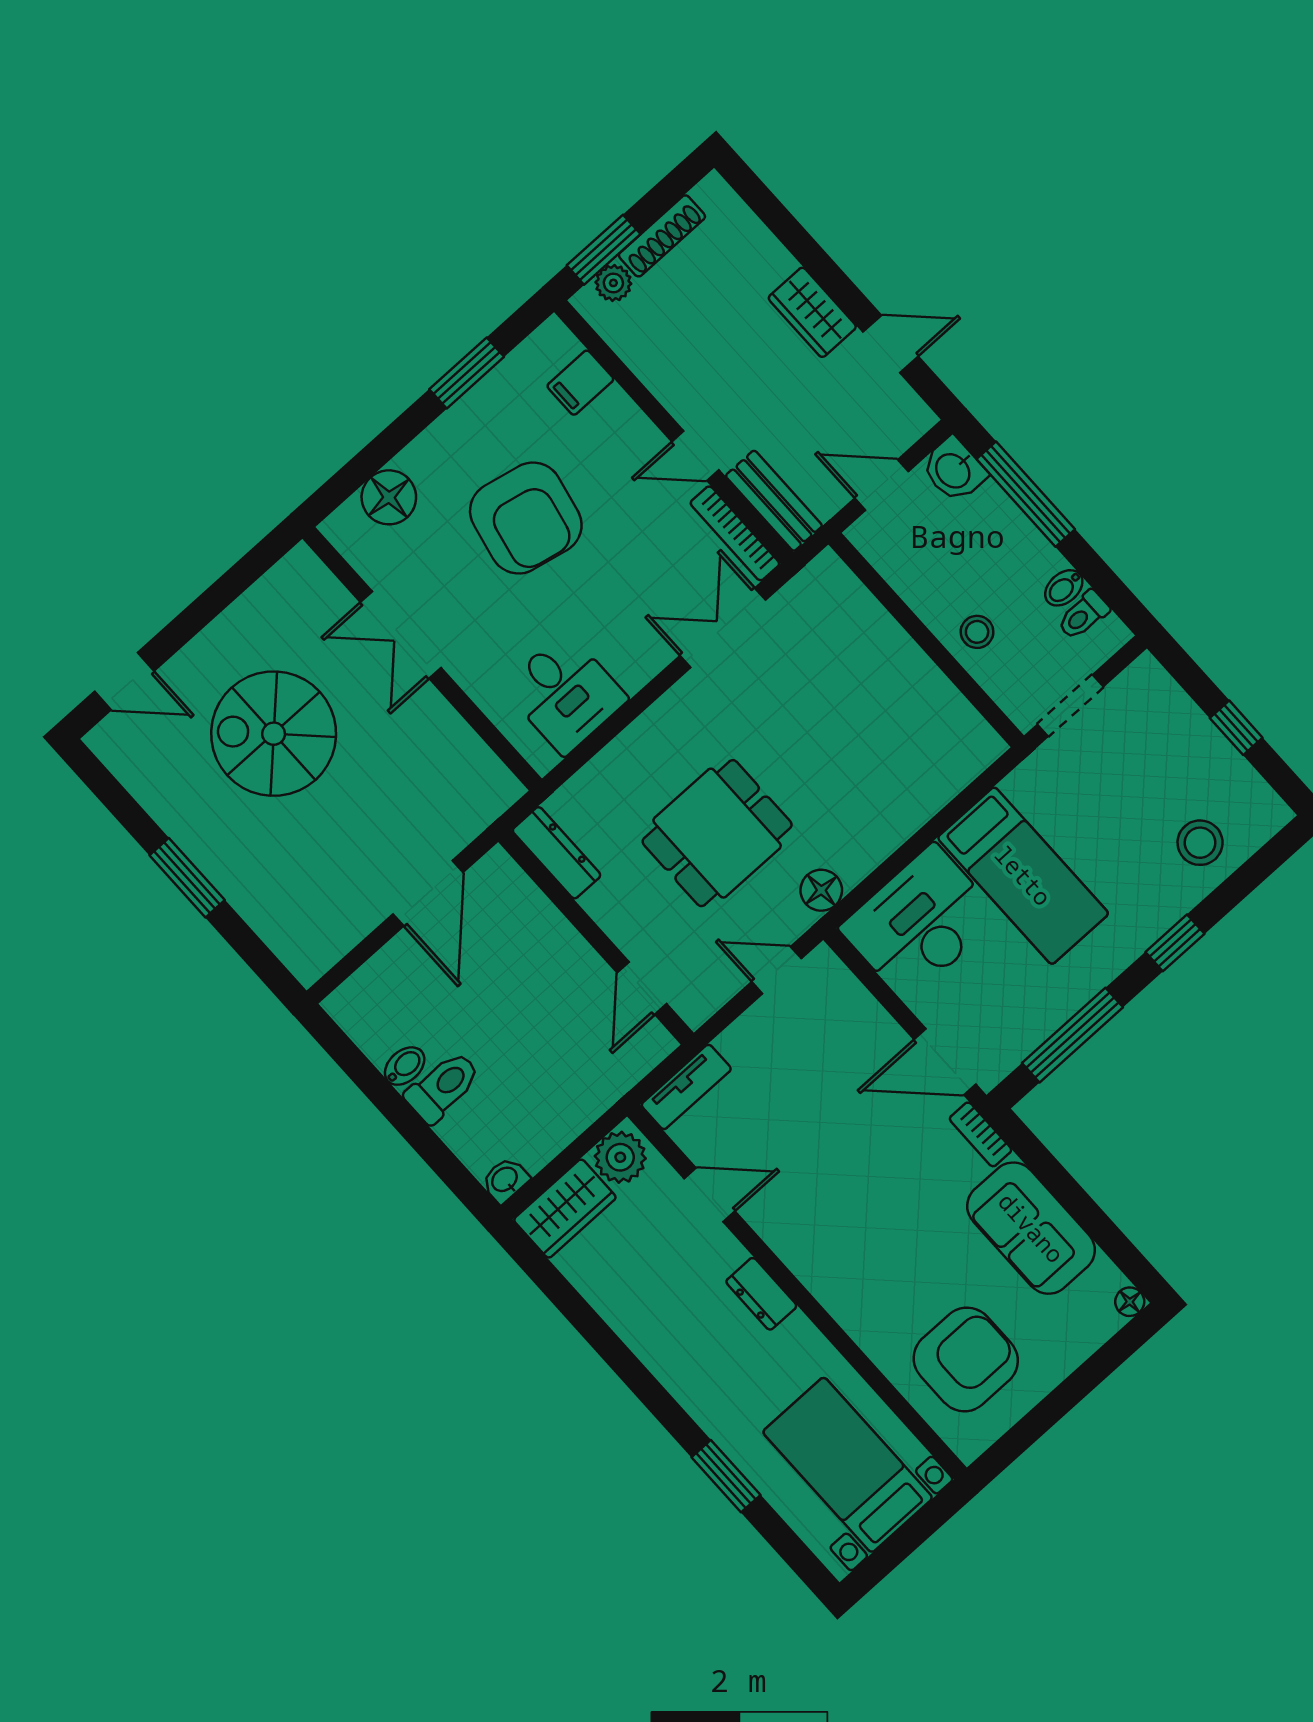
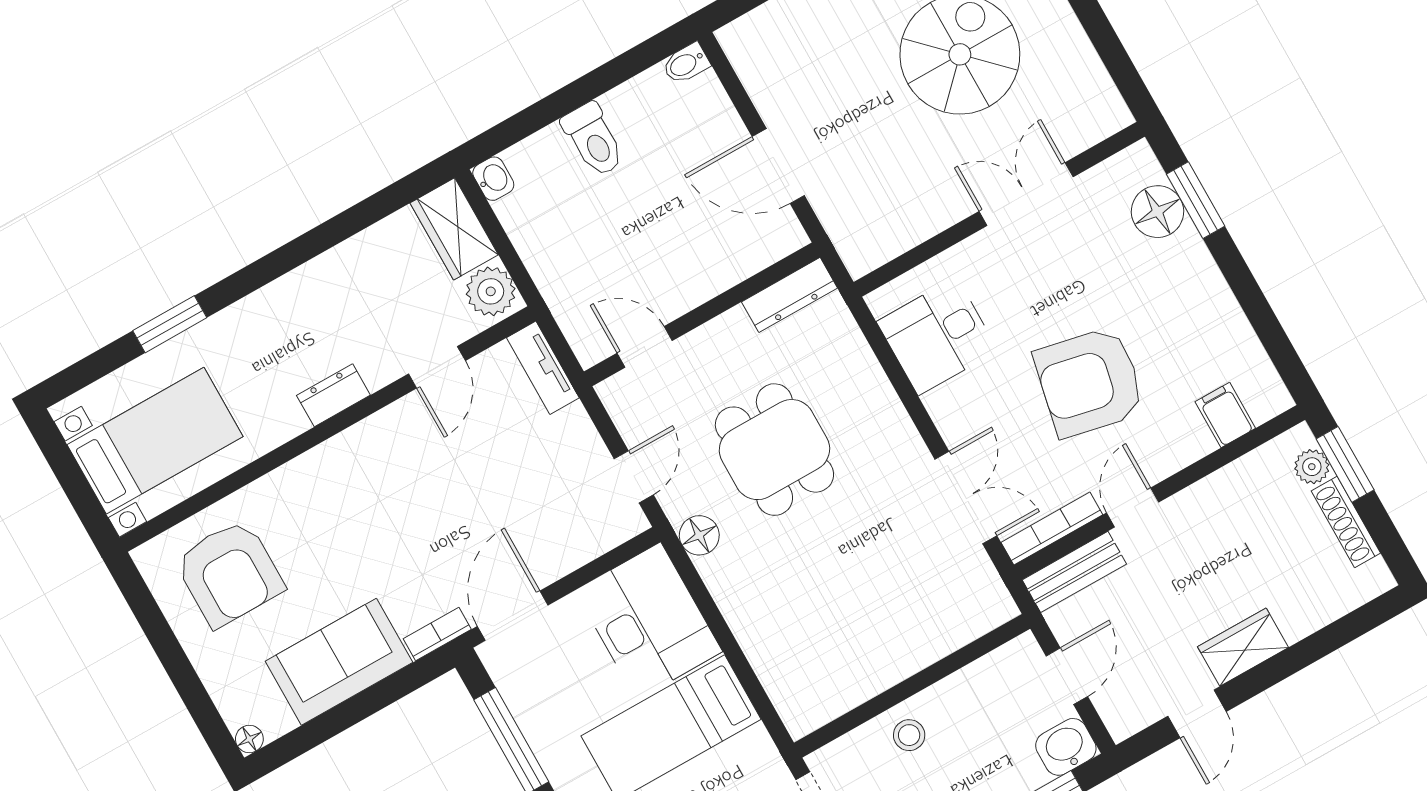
window: (467, 373) -> (1196, 200), moved
armchair: (526, 518) -> (1089, 382), moved
bidet: (405, 1066) -> (686, 64), moved, turned 90

